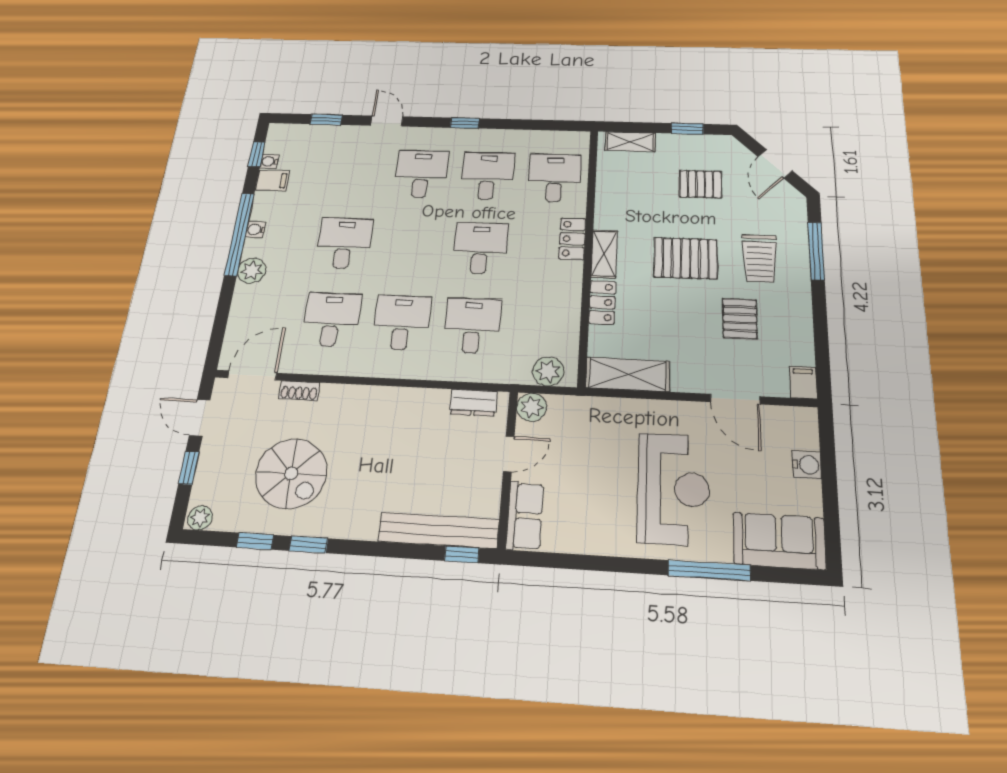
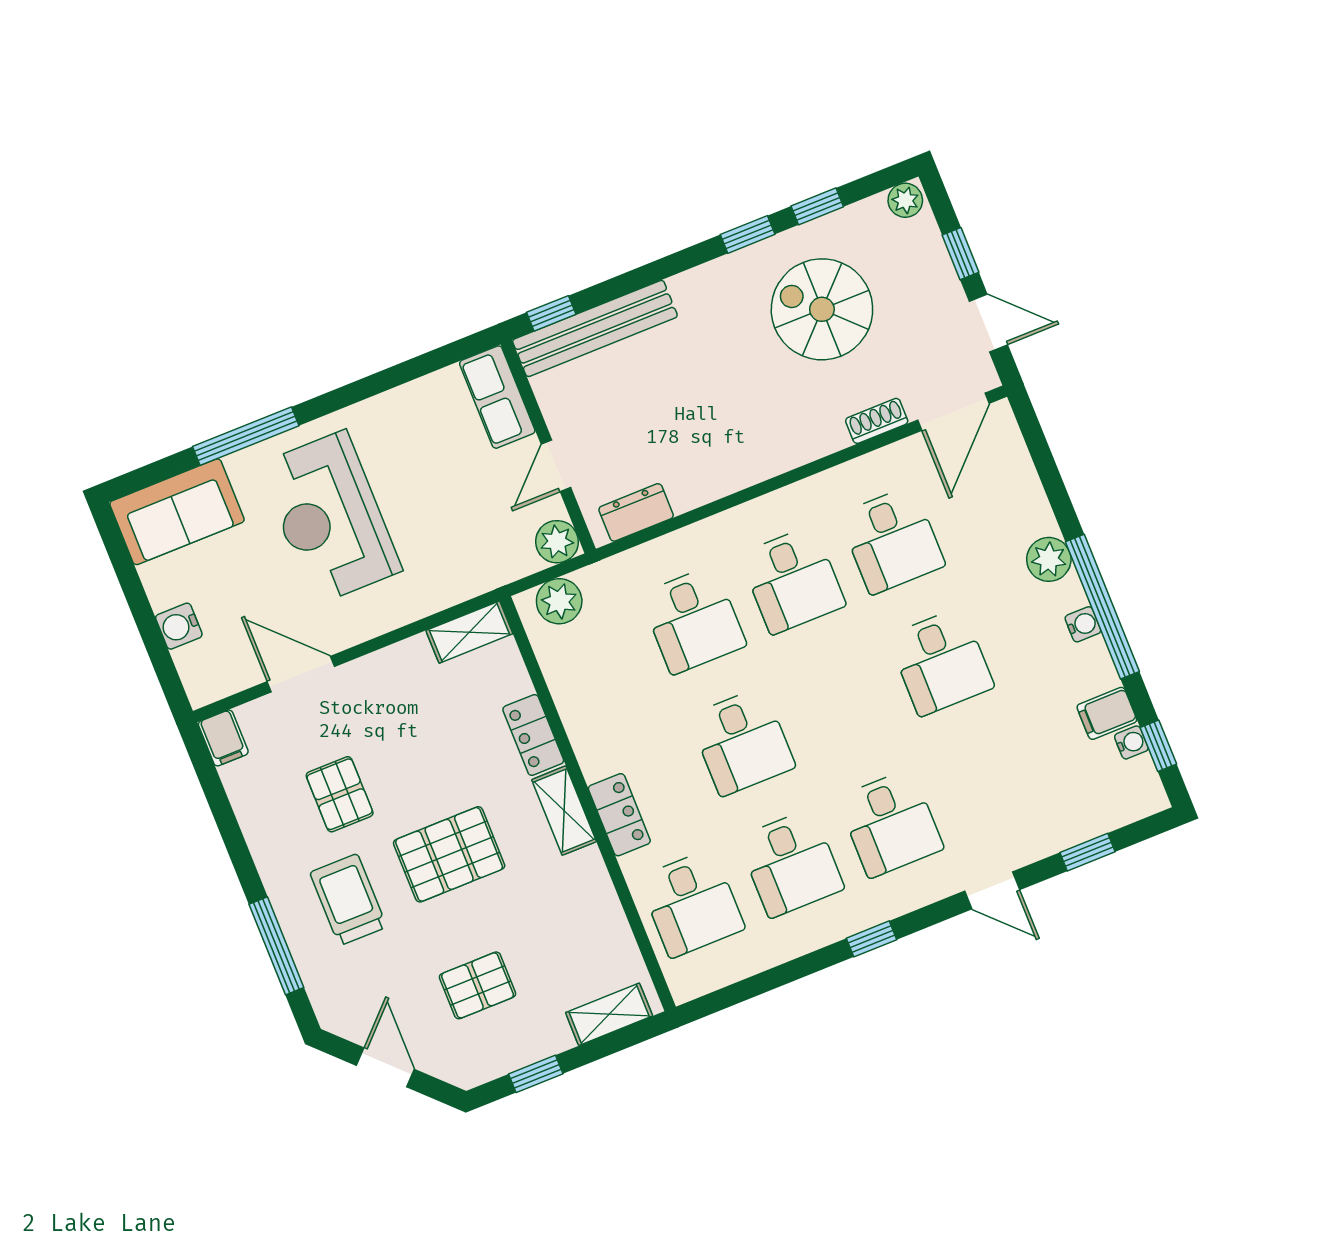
shelving: (628, 374) -> (469, 632), width x0.67, depth x0.75

